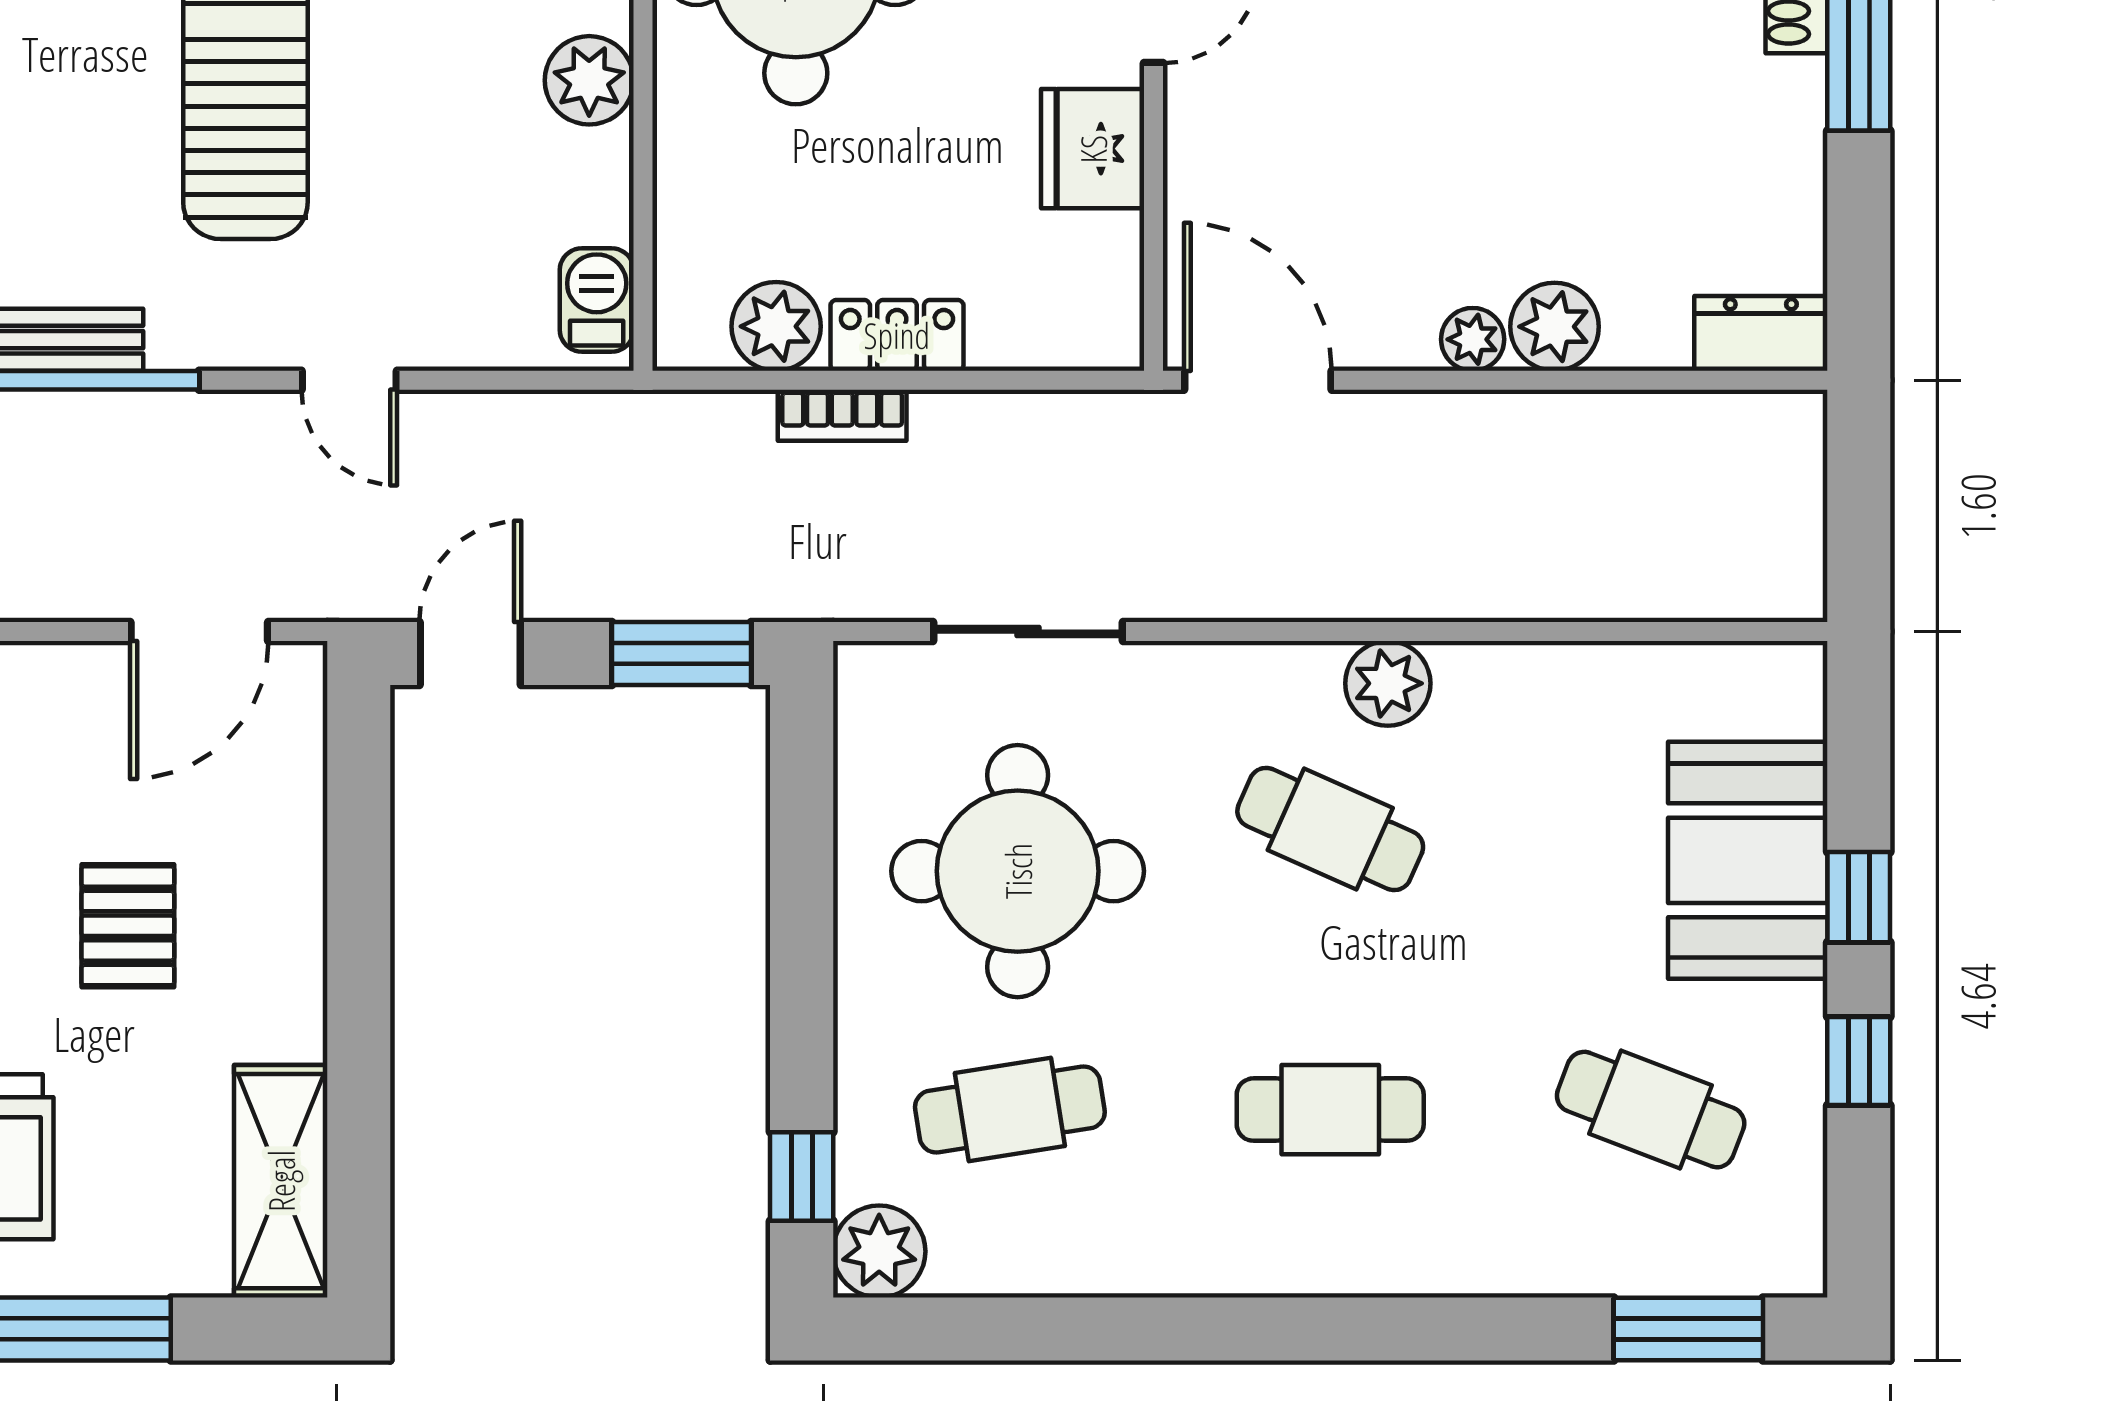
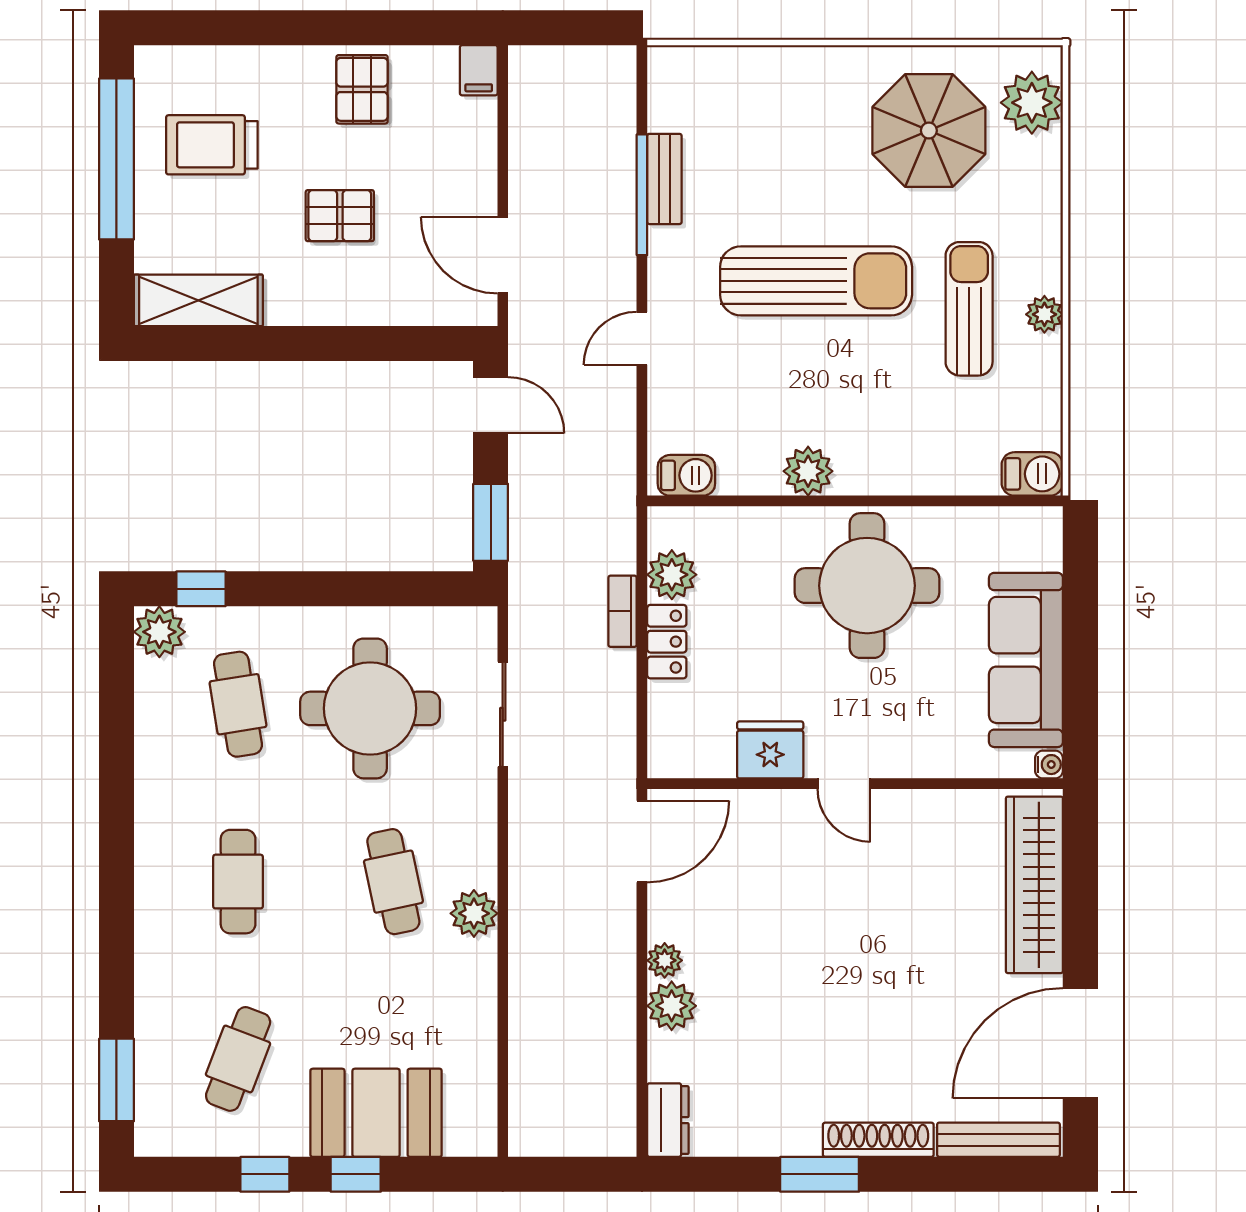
cafe table: (1330, 829) -> (393, 882), turned -36

